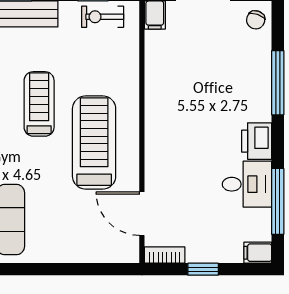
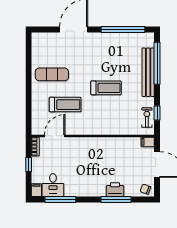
printer: (257, 141) -> (115, 190), moved
treadmill: (94, 143) -> (65, 105), moved, width x0.73, depth x0.73
desk: (247, 184) -> (53, 185), moved

